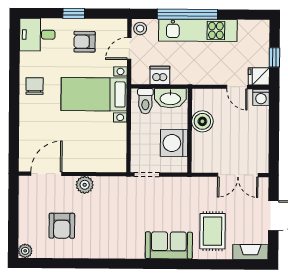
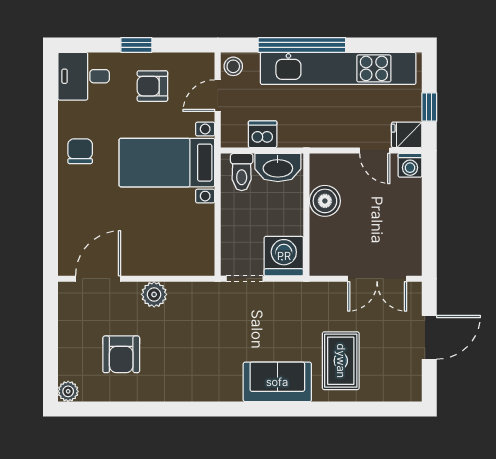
kitchen unit: (198, 30) -> (338, 68), width x1.36
washing machine: (174, 143) -> (284, 256), moved, turned 90
fireplace: (250, 252) -> (396, 391), removed

